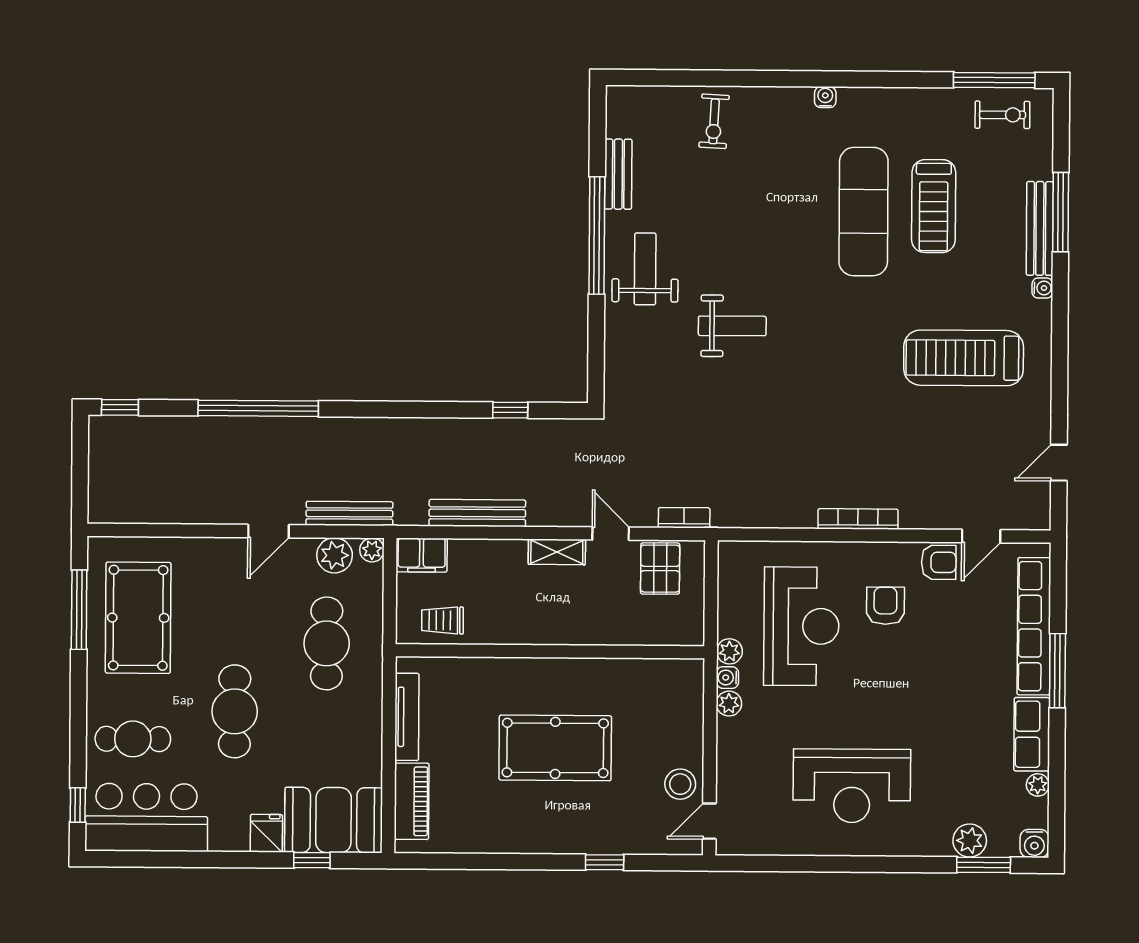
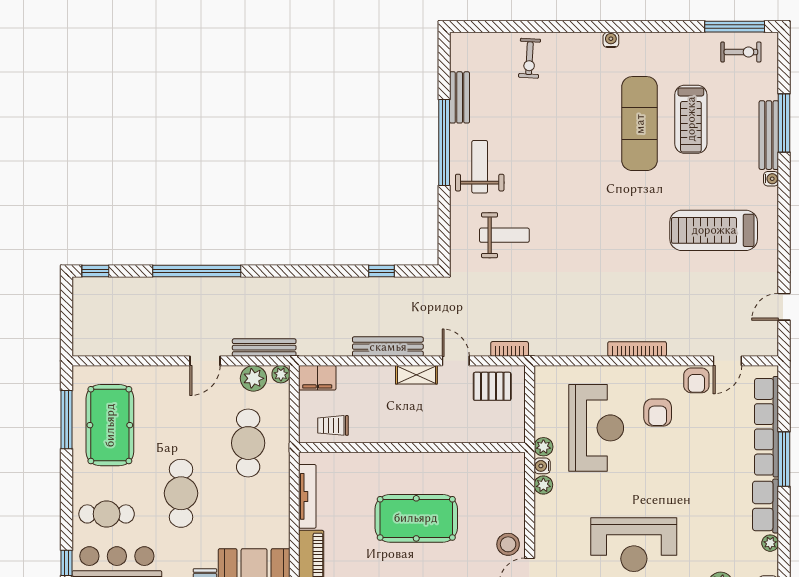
weight bench: (732, 326) -> (504, 235), moved
bench: (477, 513) -> (388, 347), moved
armchair: (939, 562) -> (696, 380), turned 90
pallet: (660, 569) -> (492, 386), turned 90
armchair: (885, 606) -> (658, 413), turned 180

